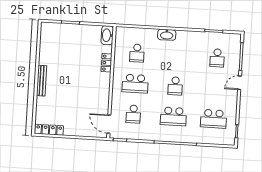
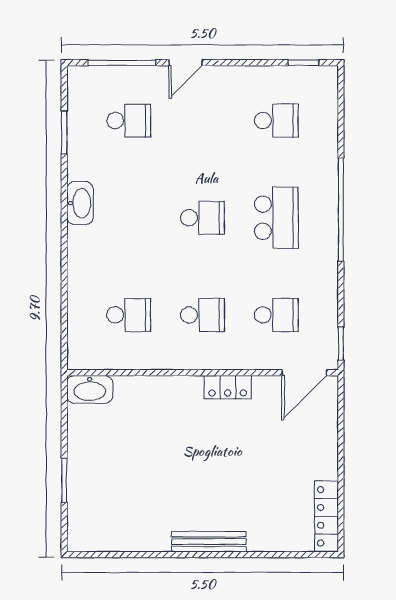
washbasin: (167, 35) -> (80, 203), moved
locker: (107, 63) -> (228, 387), moved
door: (240, 83) -> (186, 63), hinge flipped
school desk: (135, 84) -> (203, 315), width x0.54
school desk: (214, 119) -> (276, 120), width x0.54

